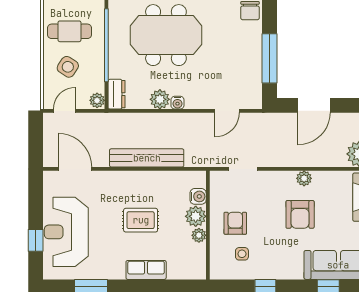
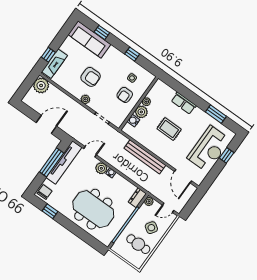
tv unit: (252, 70) -> (64, 162), added
plant: (160, 99) -> (101, 168), moved
plant: (304, 178) -> (85, 99), moved
armchair: (300, 214) -> (91, 77), turned 90

